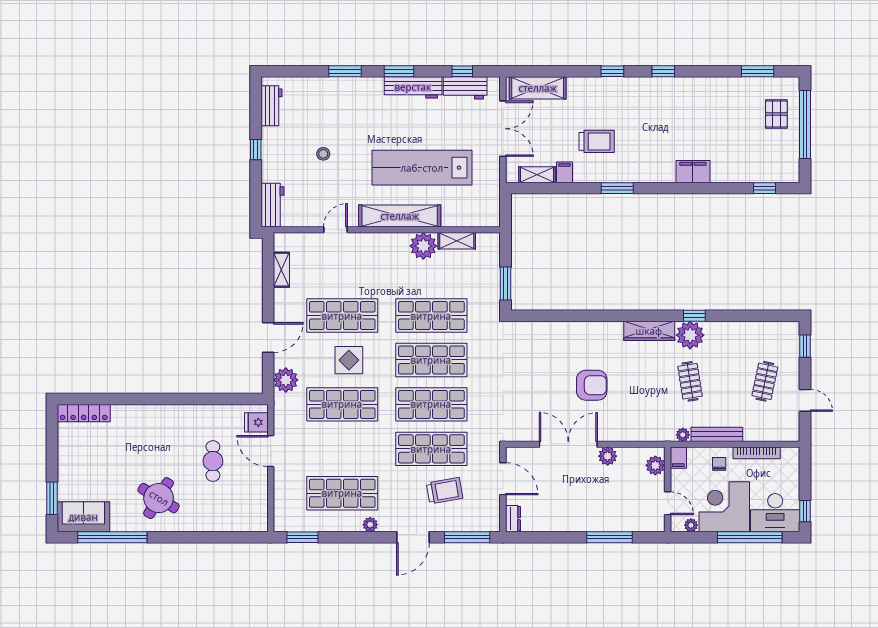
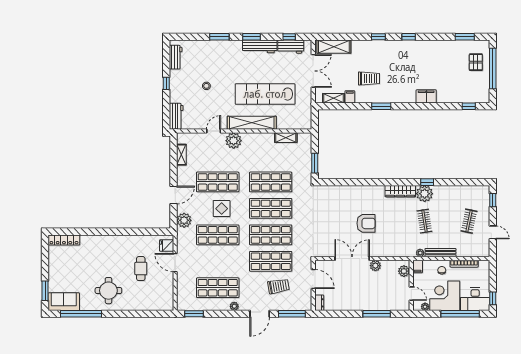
plant: (423, 246) -> (234, 141), moved
round table: (159, 498) -> (108, 291), turned -31

